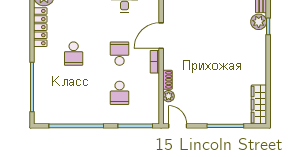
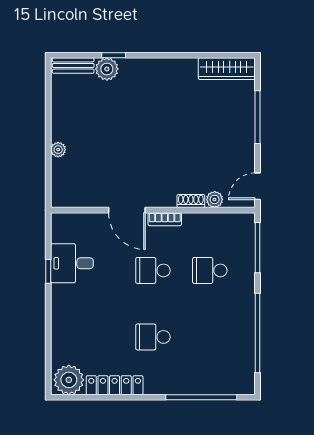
school desk: (74, 54) -> (153, 337), turned 180
school desk: (120, 93) -> (210, 270), turned 180

